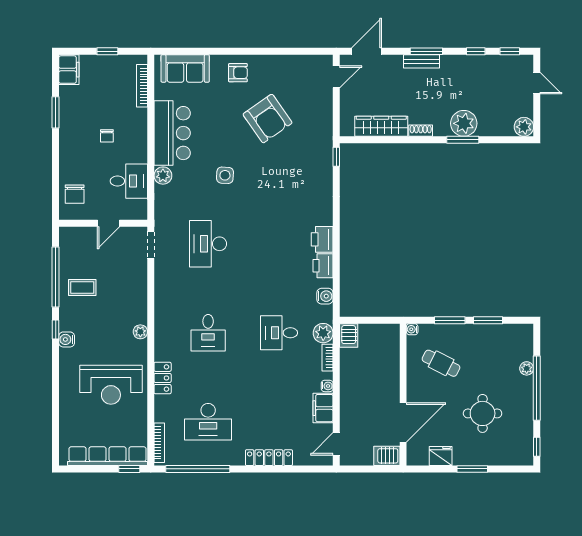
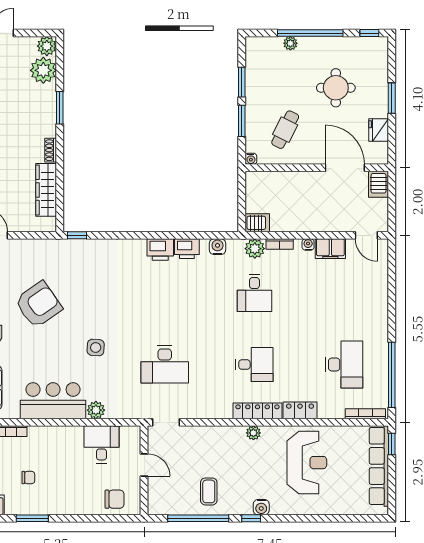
plant: (464, 123) -> (43, 70), moved
chair: (107, 136) -> (28, 478), moved
locker: (269, 458) -> (258, 411), moved, turned 90

